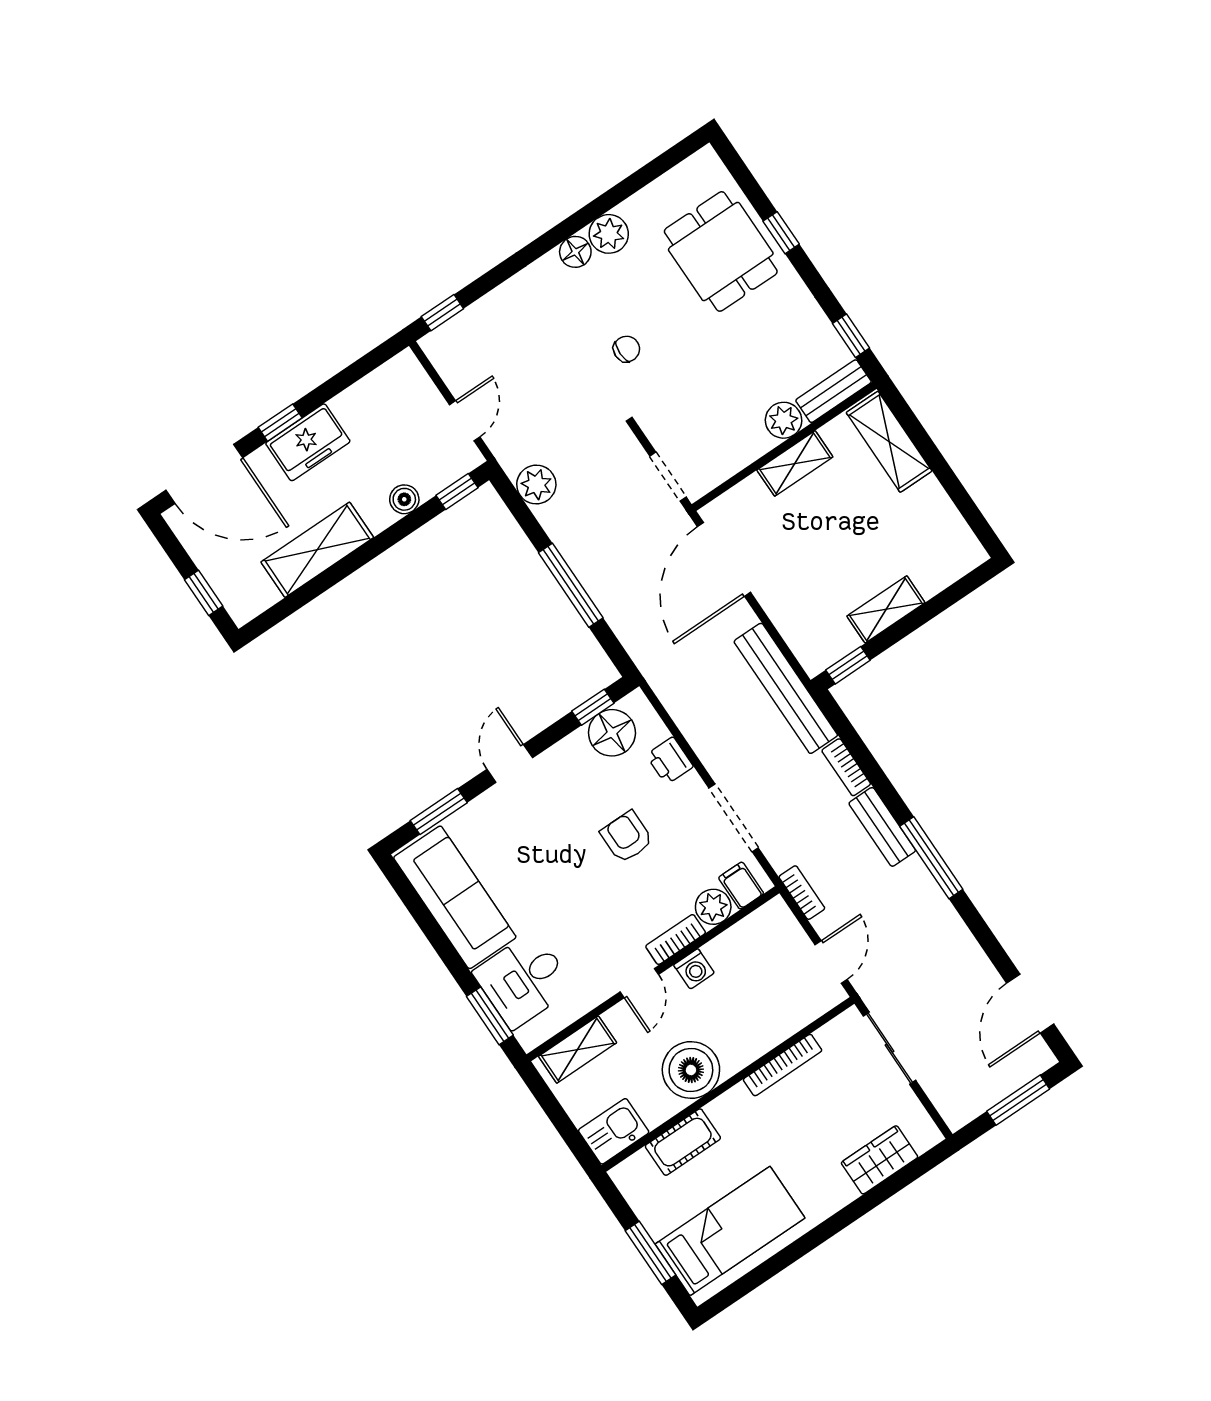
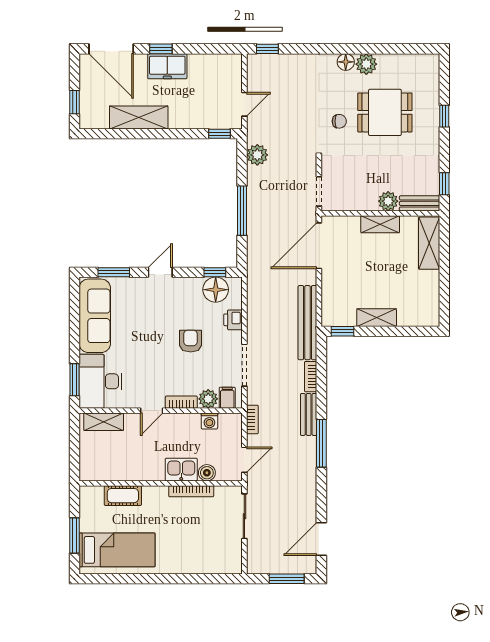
dining table: (721, 251) -> (385, 112), moved, turned 90
boiler: (404, 499) -> (193, 121), removed
washing machine: (694, 969) -> (209, 421), moved
desk: (523, 980) -> (100, 381), width x1.37
boiler: (691, 1070) -> (207, 473), moved, width x0.54, depth x0.54
kitchen sink: (614, 1131) -> (181, 470), moved
wardrobe: (880, 1160) -> (206, 564), removed

